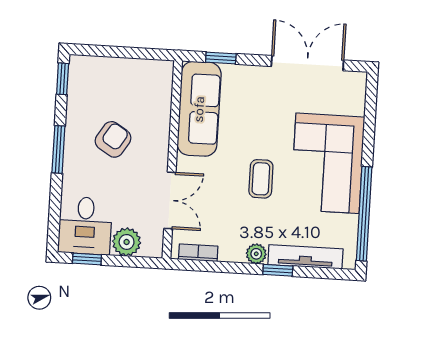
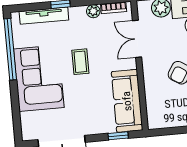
plant: (256, 254) -> (93, 11), moved

